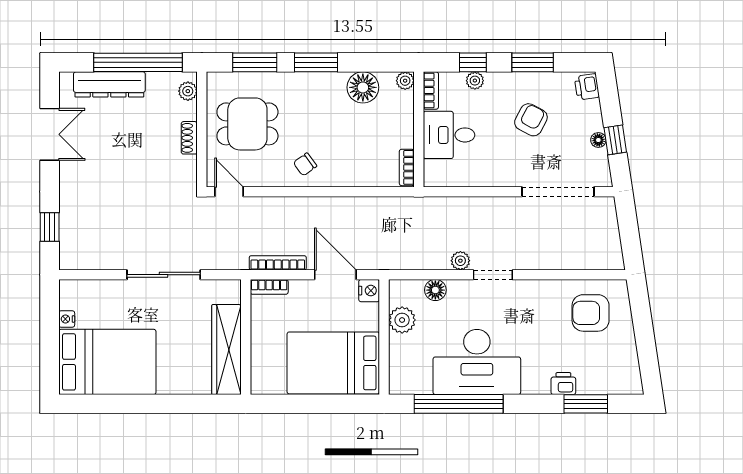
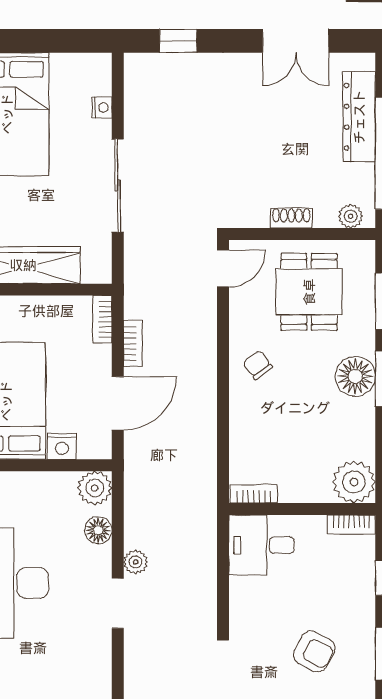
plant: (405, 81) -> (354, 482), width x1.87, depth x1.87
plant: (475, 81) -> (364, 580), removed
floor lamp: (363, 87) -> (355, 376), moved
desk: (449, 135) -> (261, 545), moved, turned -90
bookcase: (278, 263) -> (133, 343), width x0.64
nightstand: (369, 291) -> (62, 446), moved
nightstand: (67, 319) -> (102, 107), moved, turned 90
plant: (402, 320) -> (95, 488), moved

